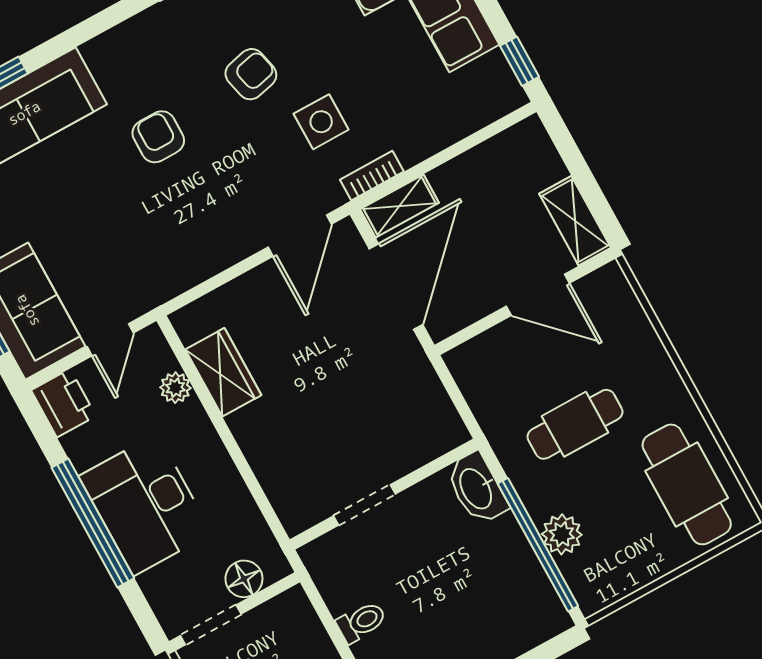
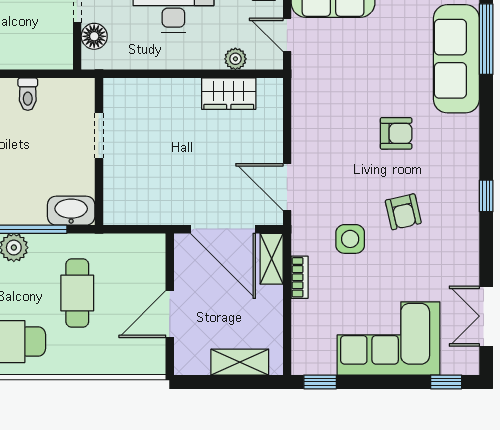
bookcase: (372, 176) -> (300, 277), moved
shelving: (575, 221) -> (240, 362), moved

